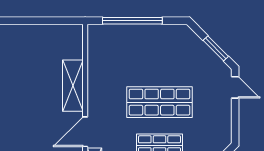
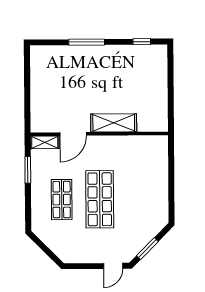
window: (132, 21) -> (171, 175), removed
door: (85, 132) -> (73, 134), swing flipped

